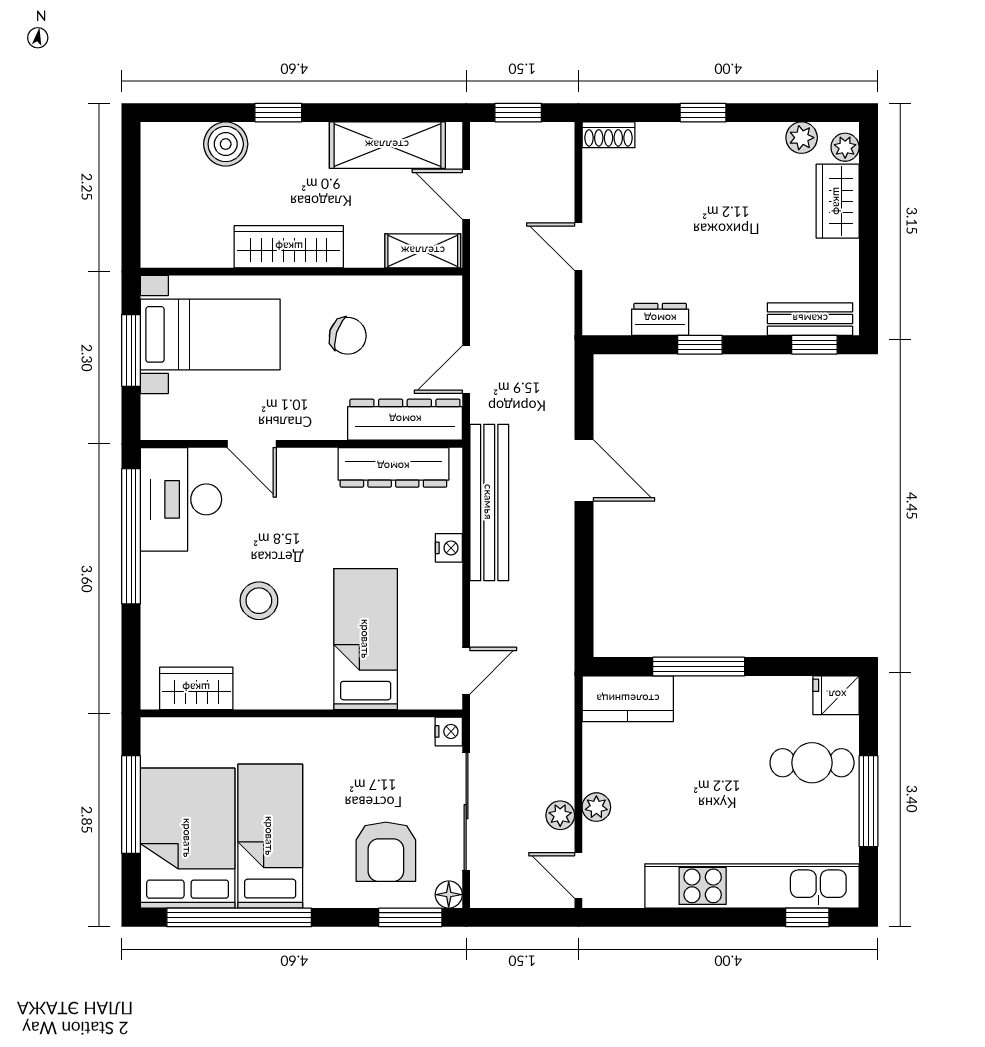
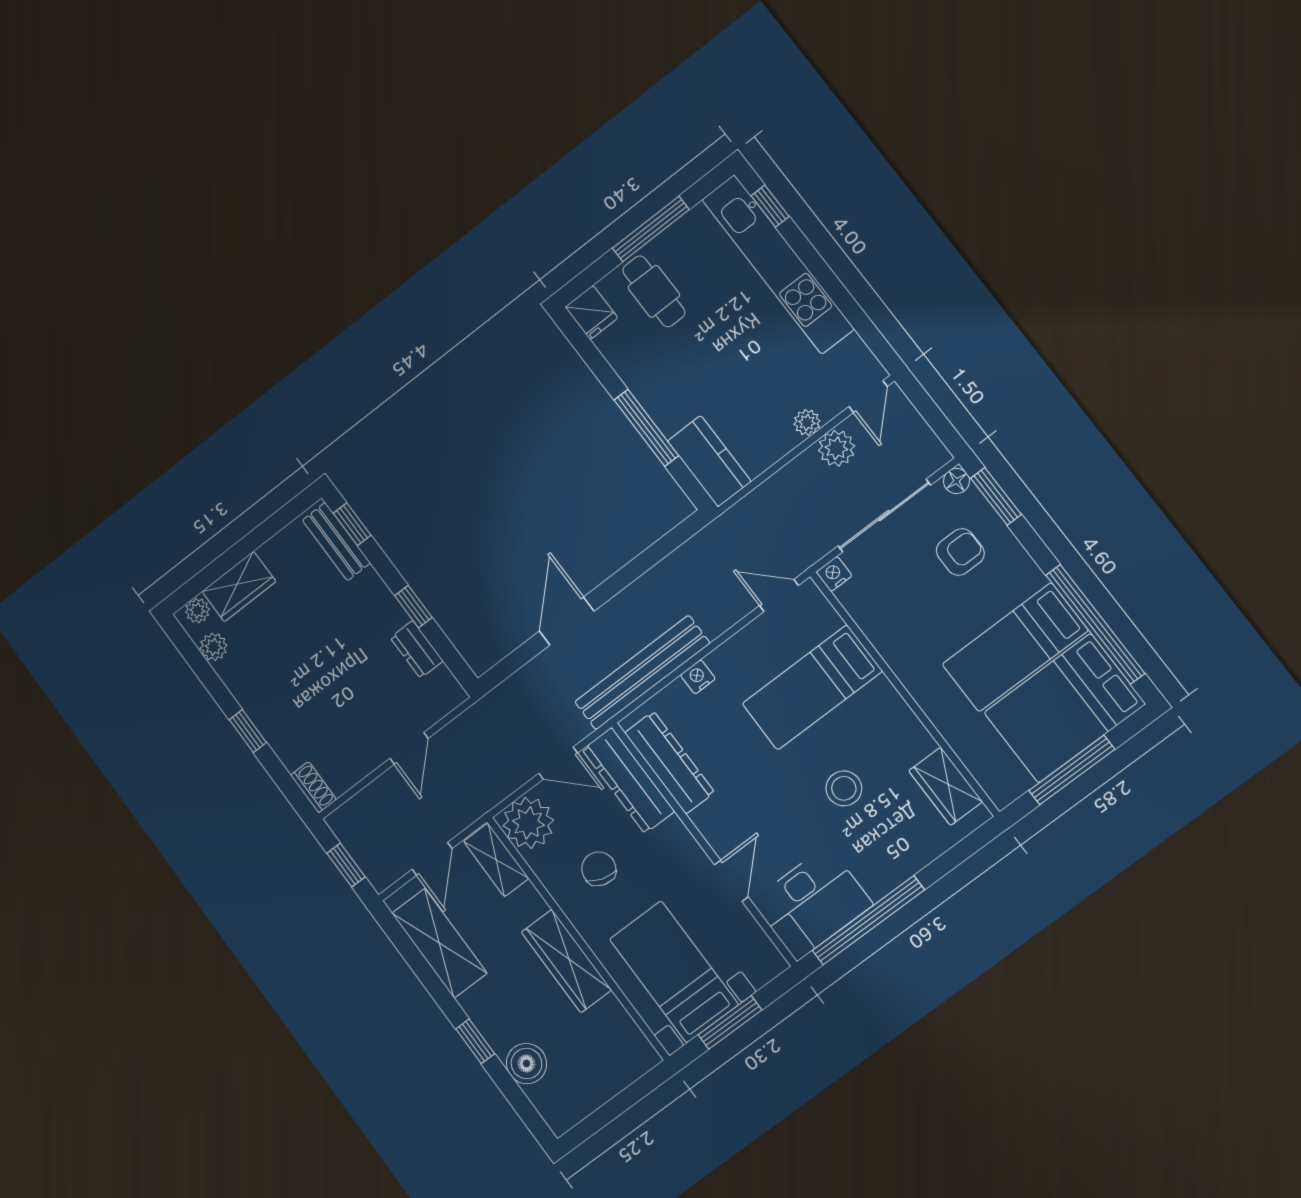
plant: (434, 304) -> (528, 823), added
plant: (560, 815) -> (836, 448), width x1.38, depth x1.38
armchair: (386, 852) -> (960, 552), width x0.72, depth x0.72

